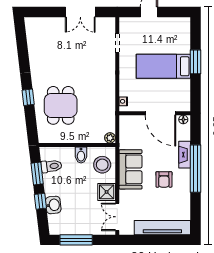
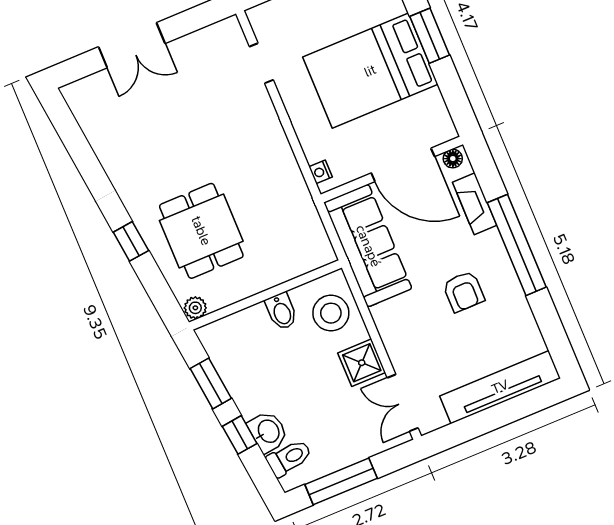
double door: (80, 12) -> (132, 45), moved
bed: (163, 66) -> (370, 71), width x1.50
plant: (110, 138) -> (195, 308), moved
fireplace: (185, 155) -> (475, 204), moved
toilet: (51, 166) -> (289, 458), moved
sofa: (131, 169) -> (368, 246), moved, width x1.36

